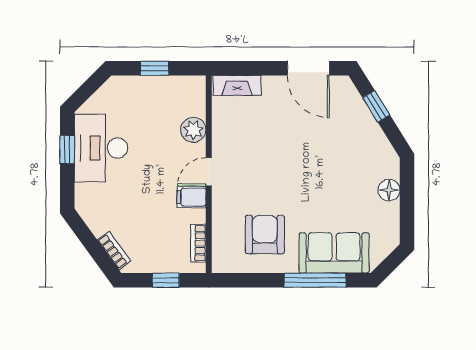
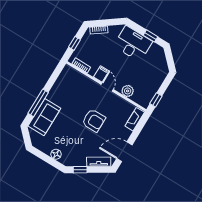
window: (155, 68) -> (156, 100), moved
tv unit: (355, 104) -> (99, 162), added
window: (376, 106) -> (80, 170), moved
desk: (101, 148) -> (133, 44), moved
armchair: (265, 234) -> (94, 120), moved

